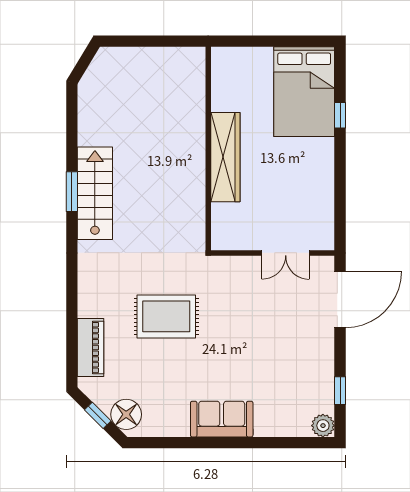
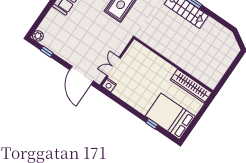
wardrobe: (225, 157) -> (191, 86), moved
nightstand: (324, 239) -> (109, 85), added

